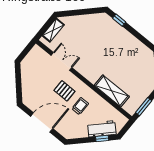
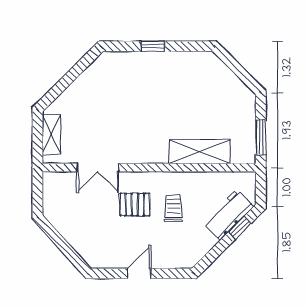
window: (119, 20) -> (153, 46), moved
double door: (61, 61) -> (98, 168), swing flipped
door: (42, 122) -> (139, 273), width x0.53

